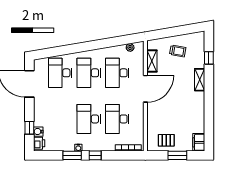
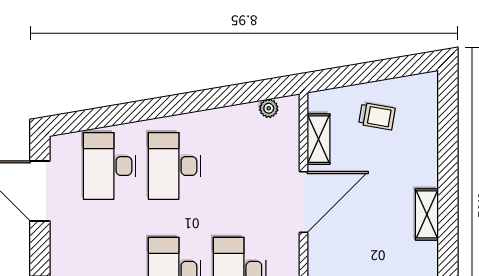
window: (209, 58) -> (448, 132), removed
desk: (117, 73) -> (240, 166), removed
shelving: (200, 80) -> (427, 214), moved

